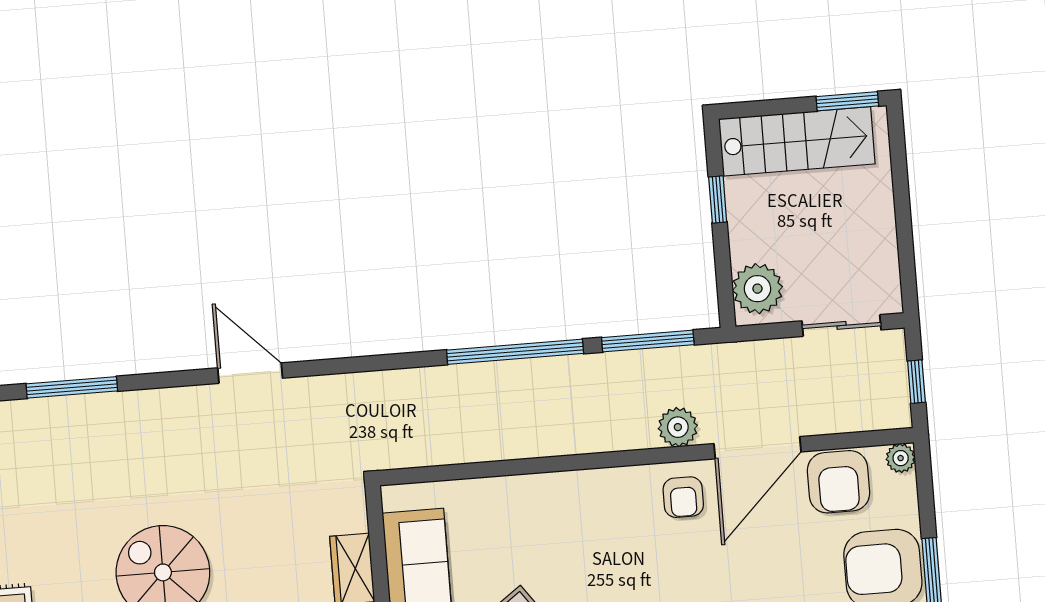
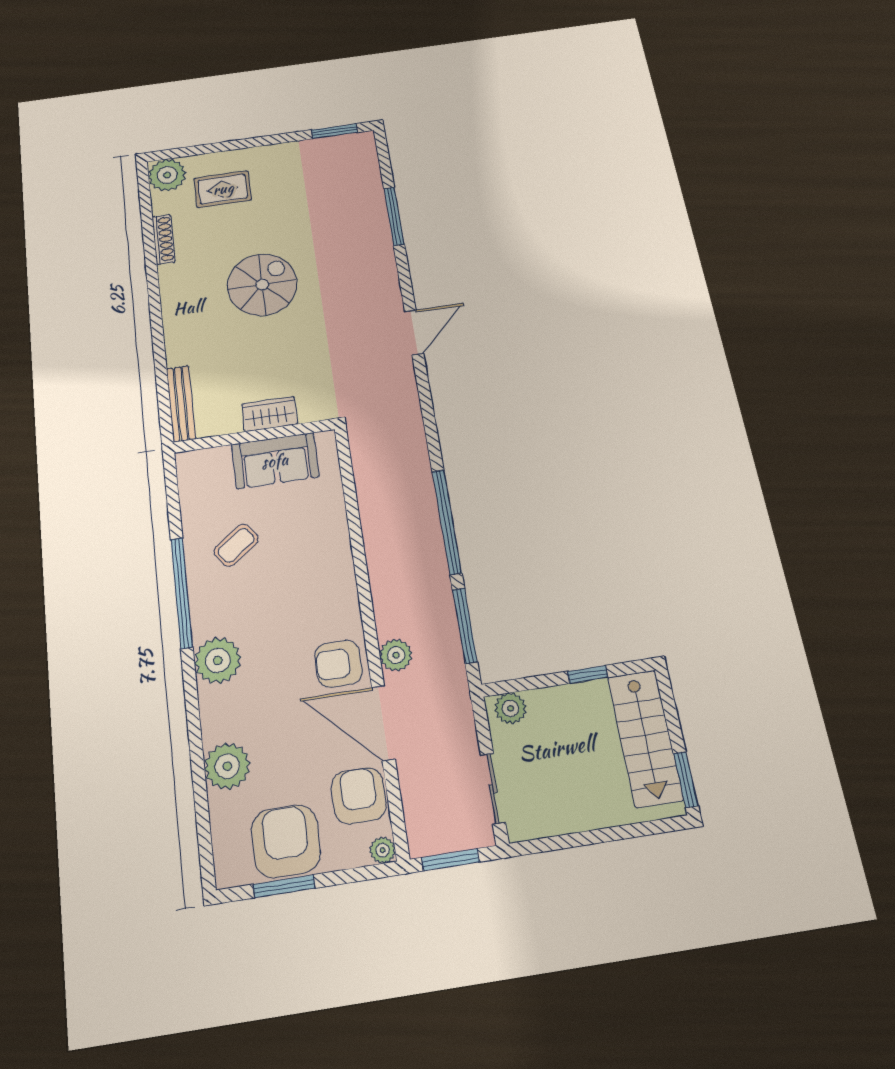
plant: (757, 289) -> (510, 708), width x0.73, depth x0.73
window: (916, 382) -> (450, 860), width x1.50
armchair: (838, 482) -> (359, 796), turned 90
armchair: (683, 497) -> (338, 664), width x1.38, depth x1.38

